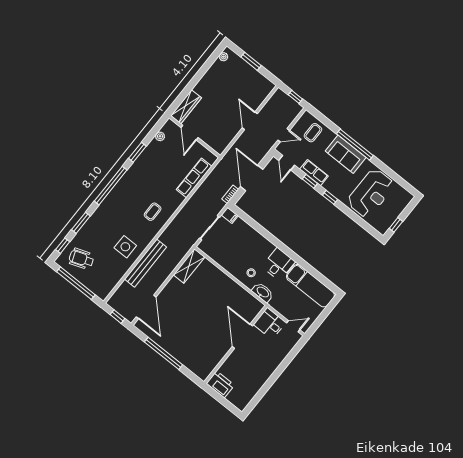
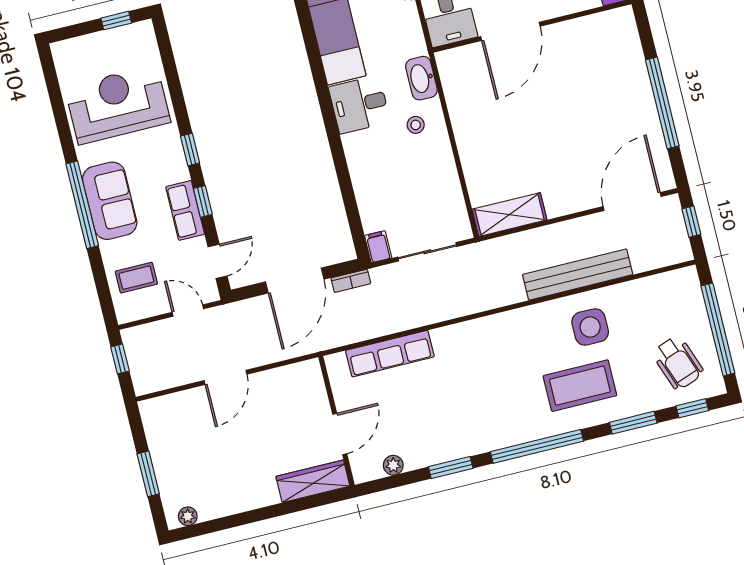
coffee table: (153, 212) -> (580, 386), moved, width x1.86, depth x1.72

